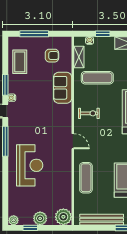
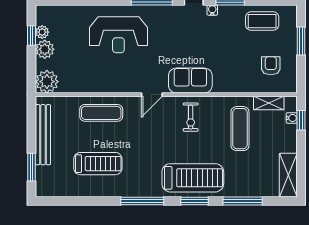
window: (34, 34) -> (301, 41), width x0.69
window: (103, 34) -> (301, 120), moved
armchair: (52, 56) -> (271, 66), turned 180
sofa: (63, 88) -> (190, 80), moved
plant: (14, 220) -> (42, 32), moved

